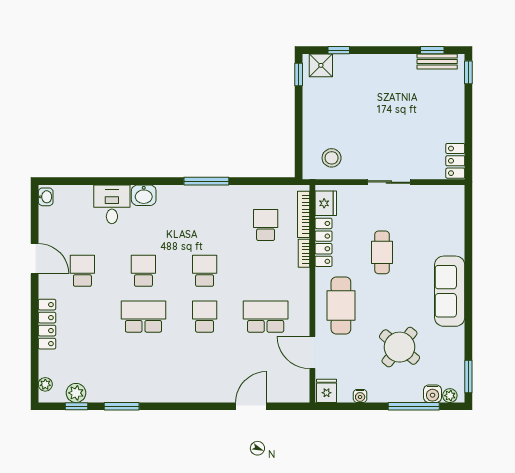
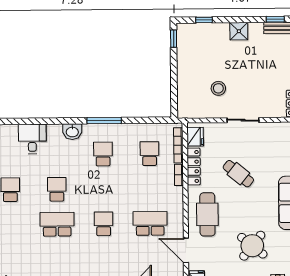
shower: (321, 65) -> (239, 31), moved
stool: (332, 158) -> (218, 88), moved
washbasin: (144, 195) -> (72, 132), moved
cafe table: (382, 252) -> (238, 174), turned -51
school desk: (205, 271) -> (103, 154), moved

